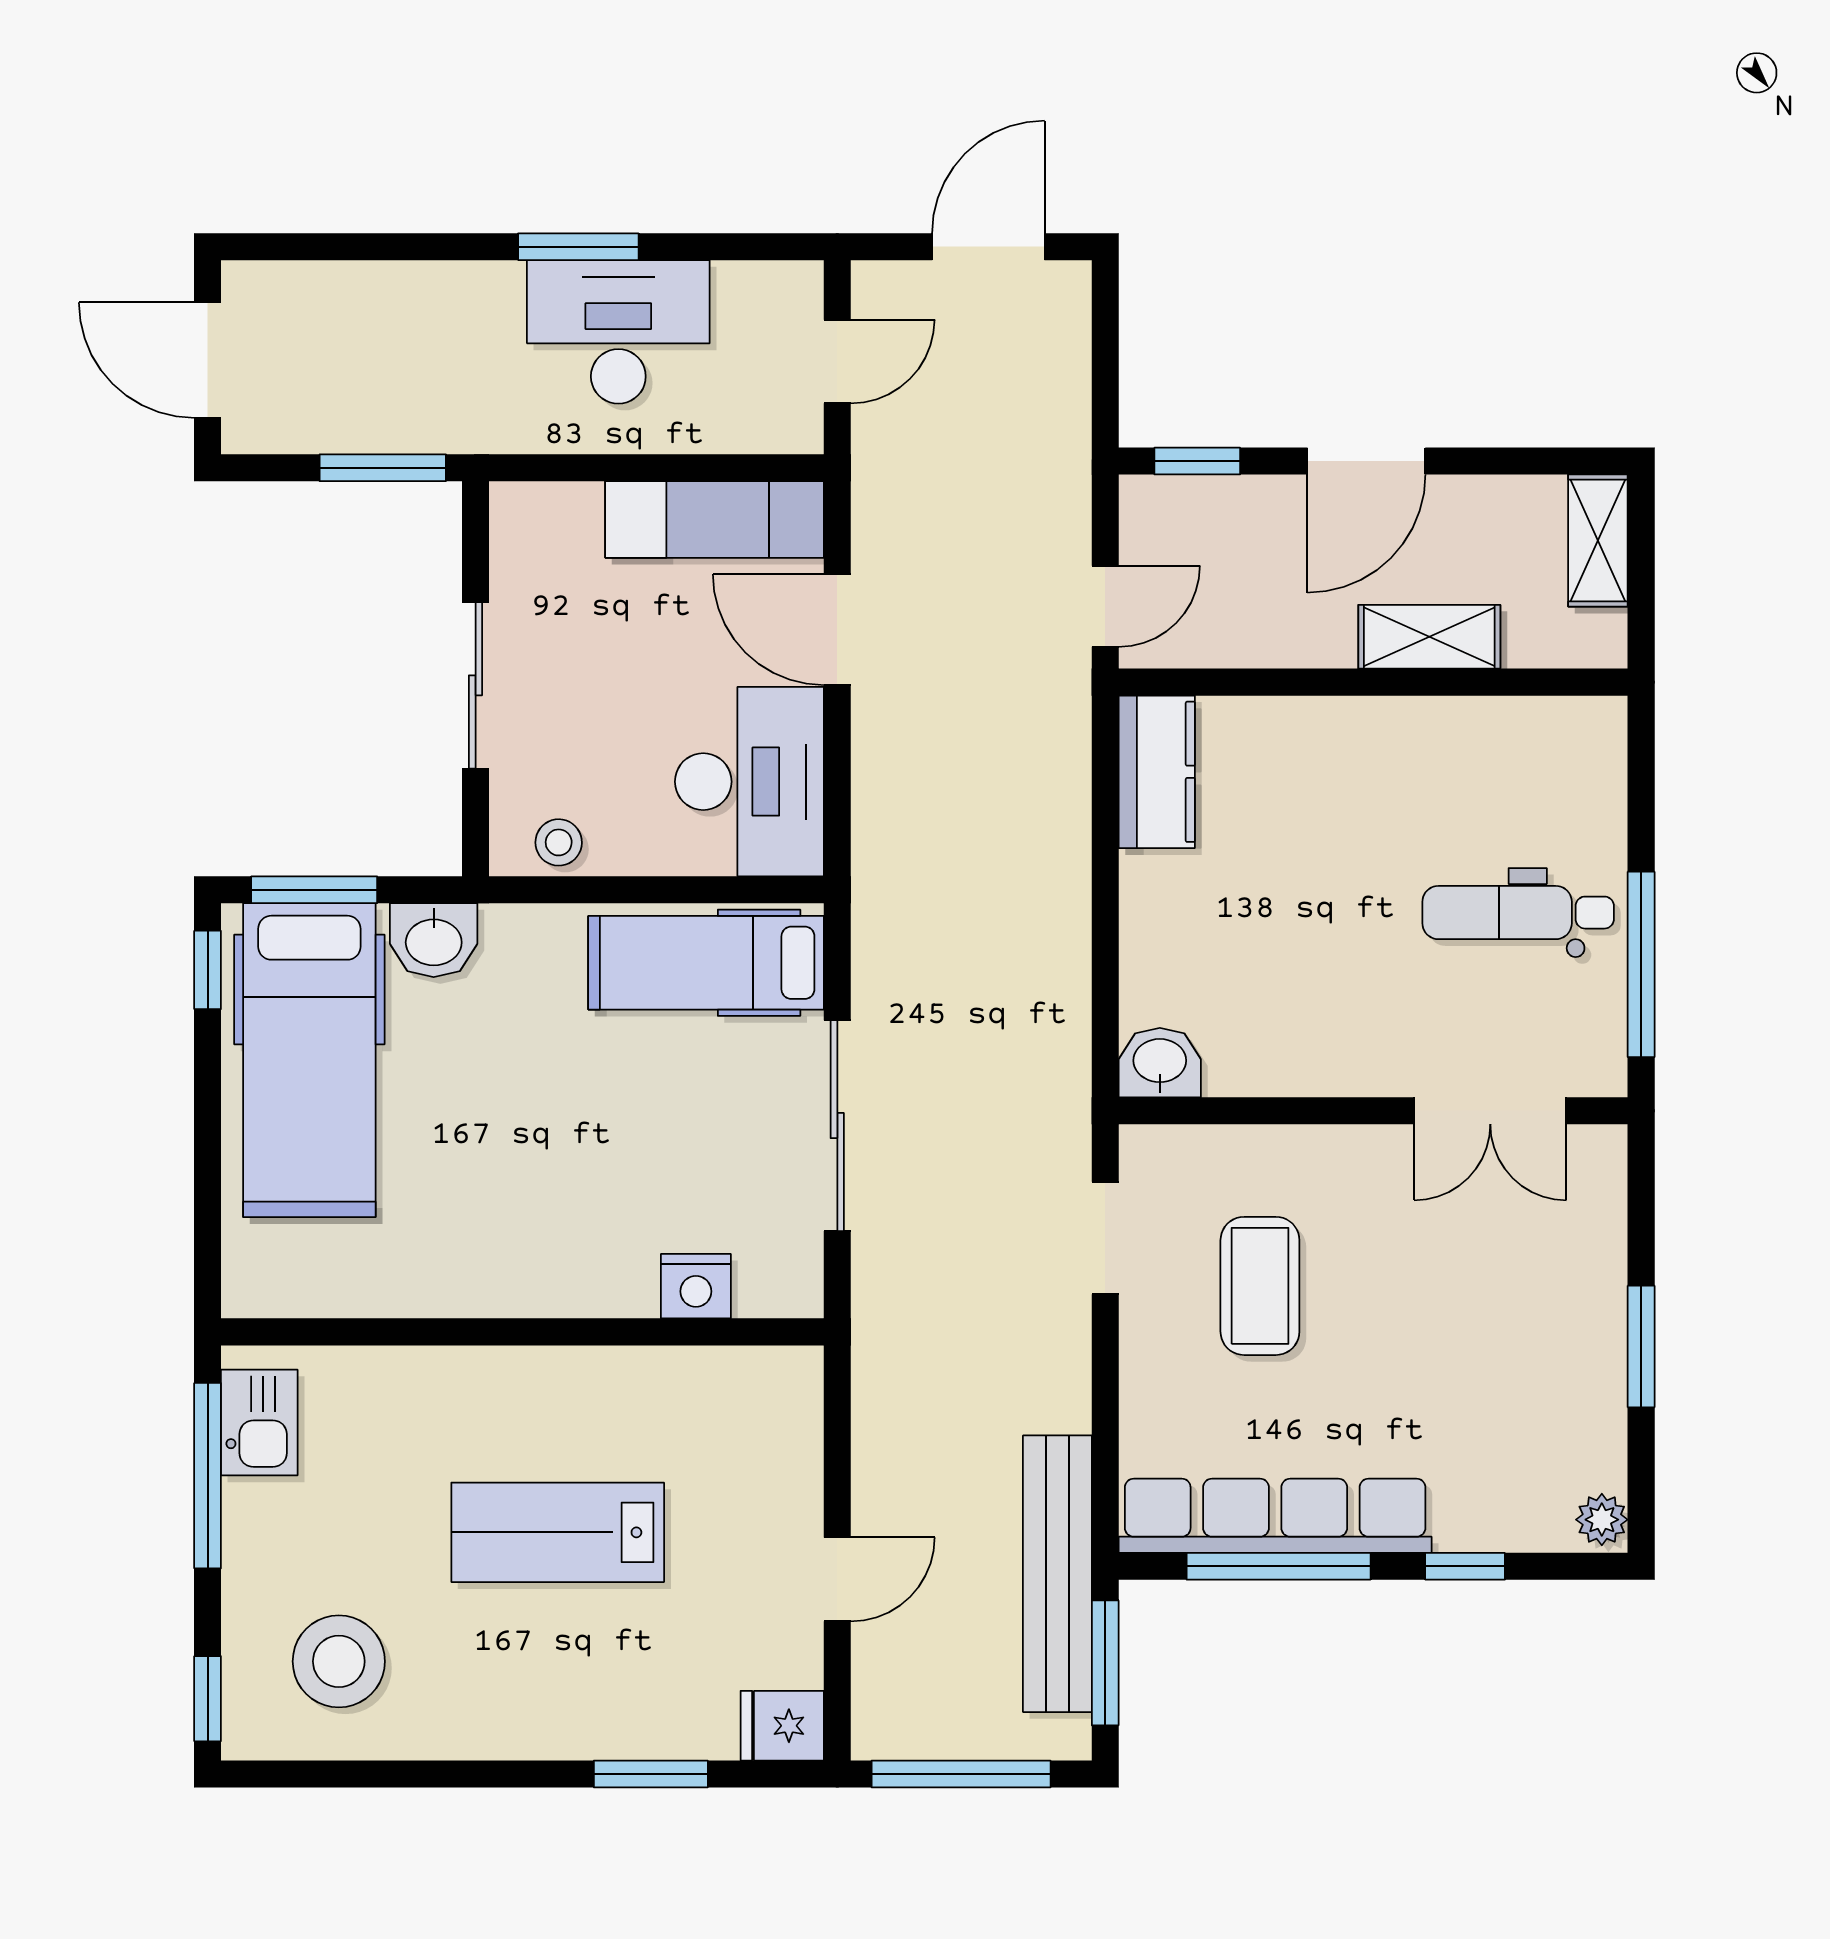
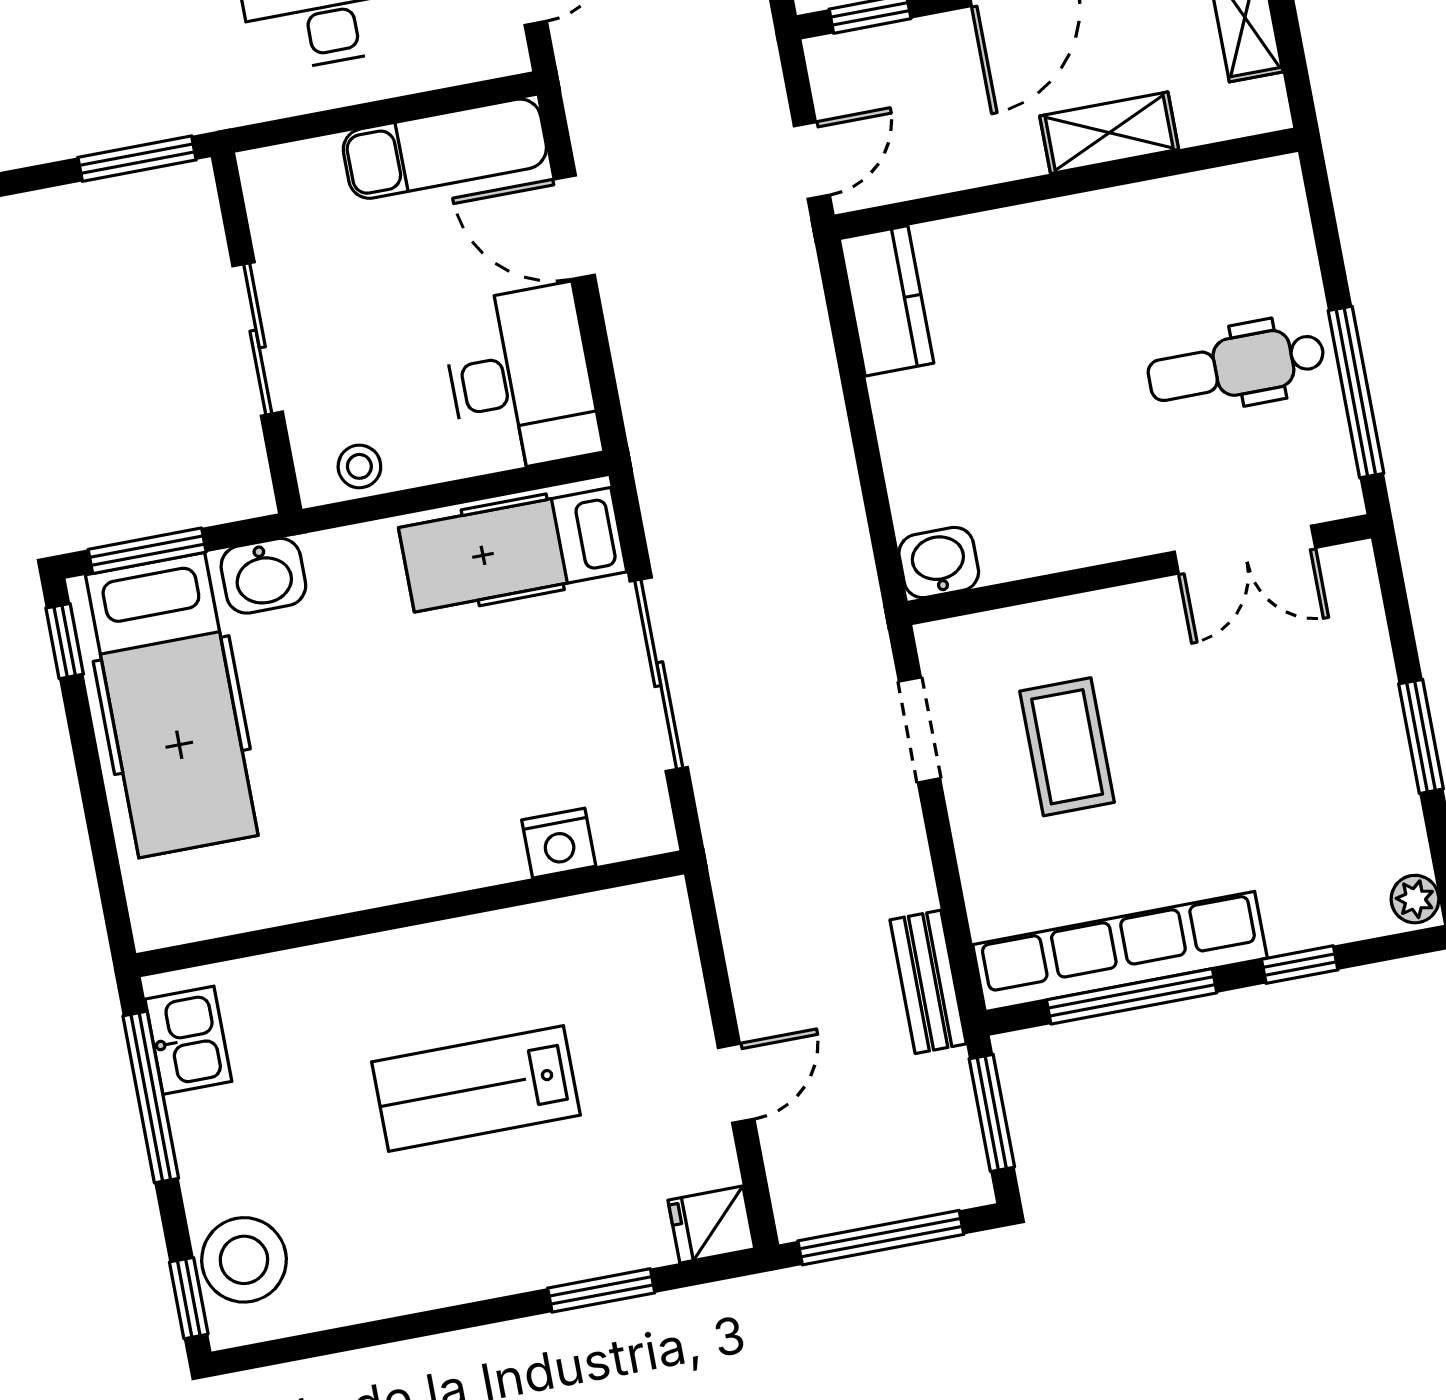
bench: (1057, 1574) -> (928, 982), width x0.54, depth x0.82
stool: (339, 1661) -> (244, 1260), moved

